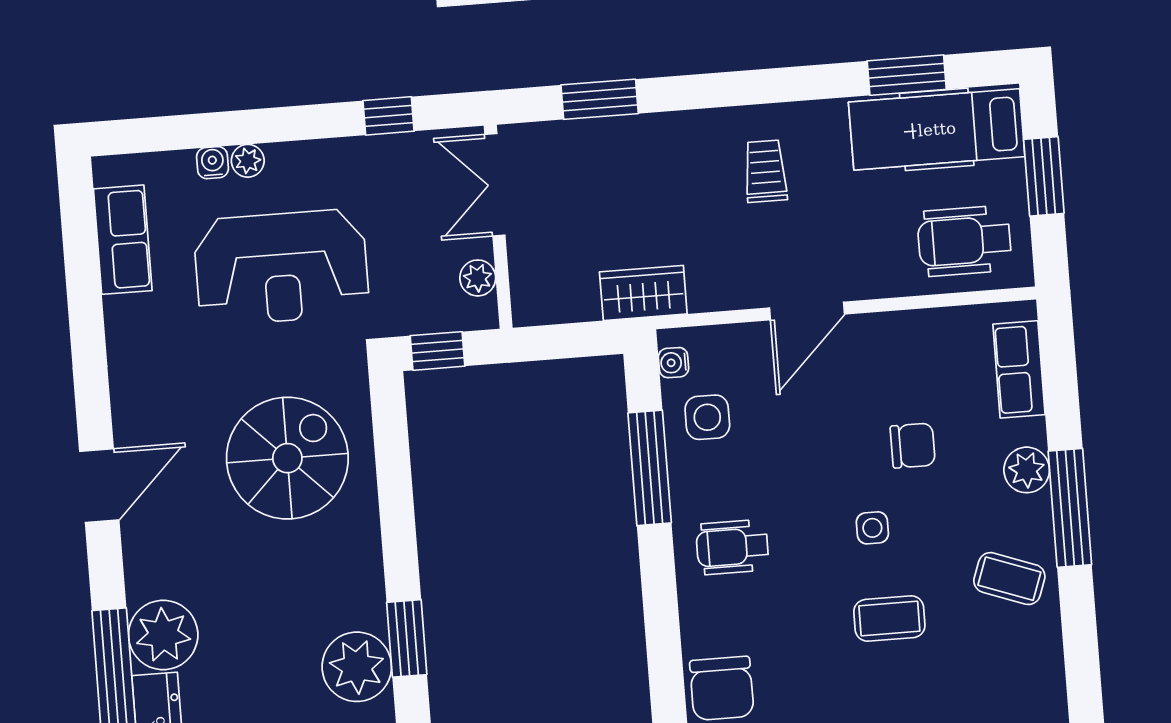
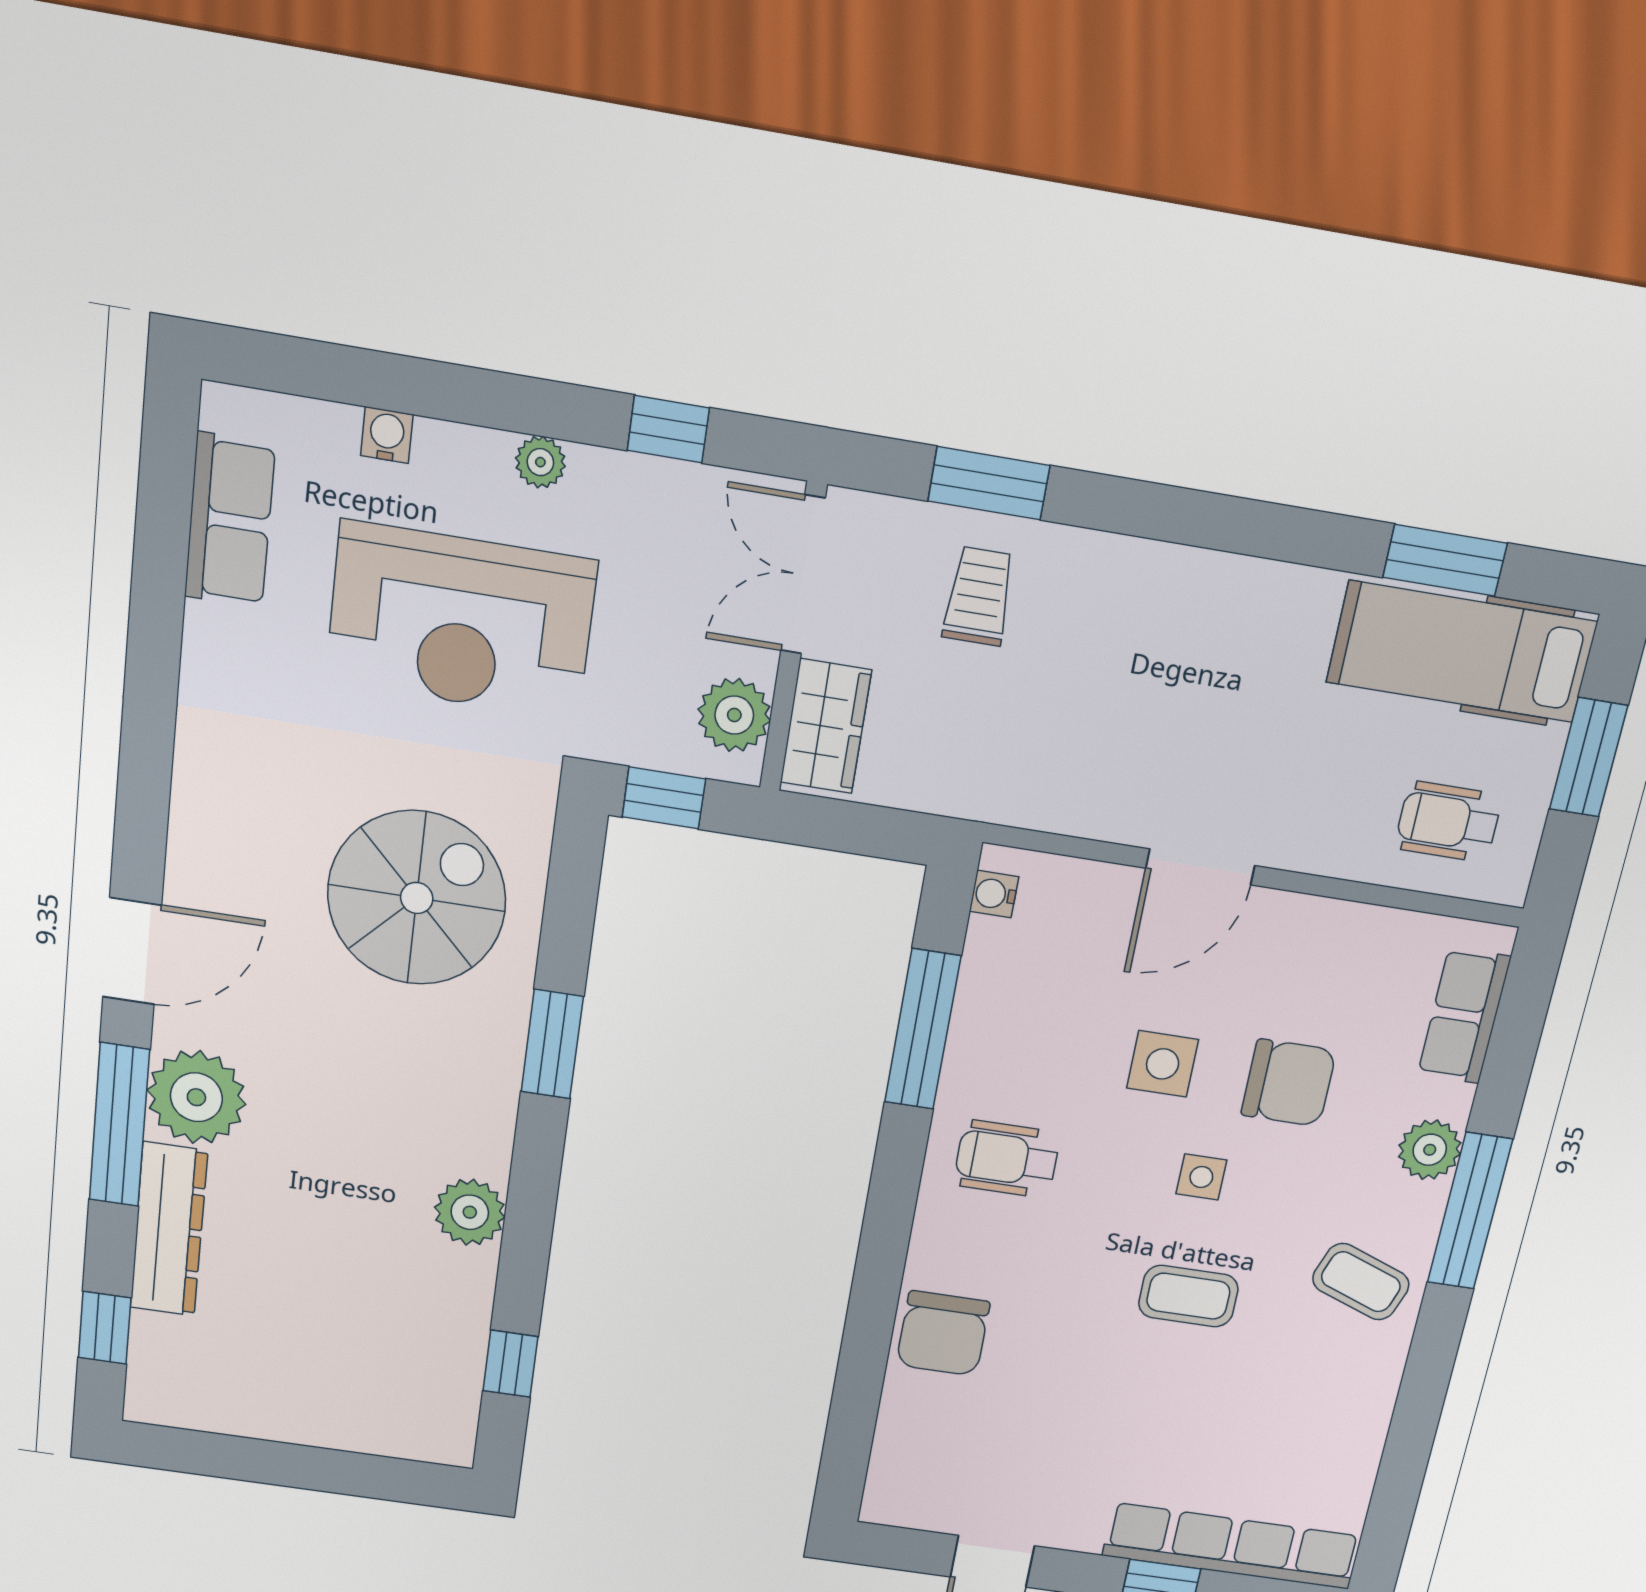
plant: (248, 161) -> (540, 462), moved
trolley: (765, 171) -> (979, 596), moved
wheelchair: (964, 241) -> (1448, 822), width x0.73, depth x0.73
plant: (478, 278) -> (734, 715), width x1.38, depth x1.38
wardrobe: (643, 293) -> (826, 726), moved, turned 90
side table: (707, 417) -> (1163, 1064), moved
chair: (913, 446) -> (1289, 1083), width x1.37, depth x1.37
door: (99, 486) -> (132, 951), moved
window: (407, 638) -> (552, 1044), moved
plant: (357, 667) -> (470, 1212), width x0.73, depth x0.73

